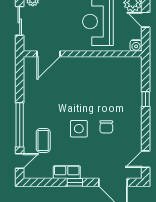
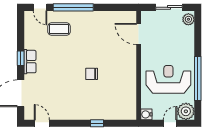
chair: (106, 127) -> (92, 74), moved
side table: (79, 129) -> (70, 62), removed
row of seats: (67, 172) -> (30, 62), moved

